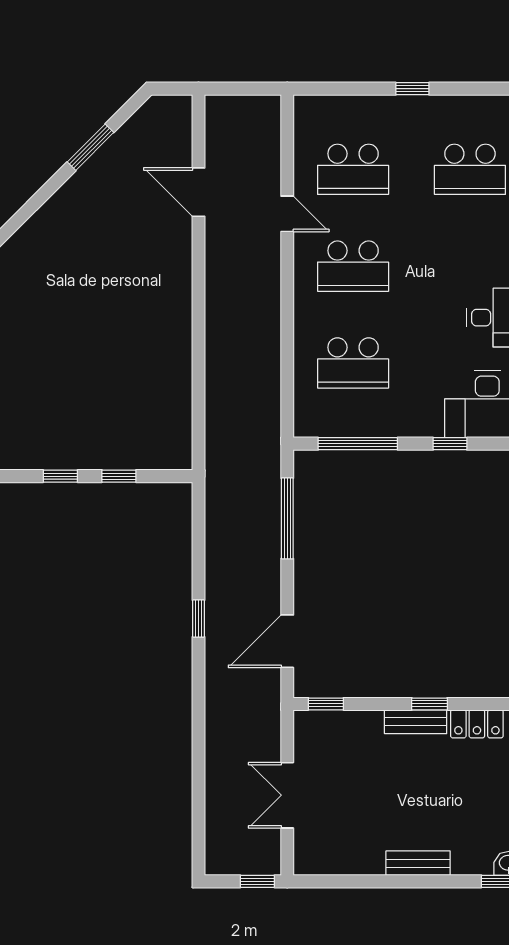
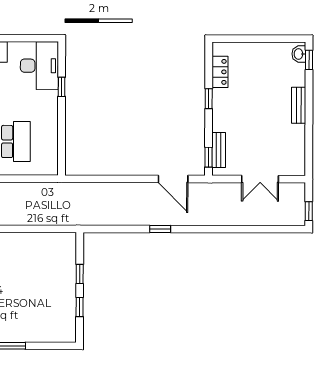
window: (358, 444) -> (62, 139), removed
window: (287, 518) -> (104, 179), removed
bench: (416, 722) -> (219, 150), moved
window: (257, 881) -> (309, 211), moved

